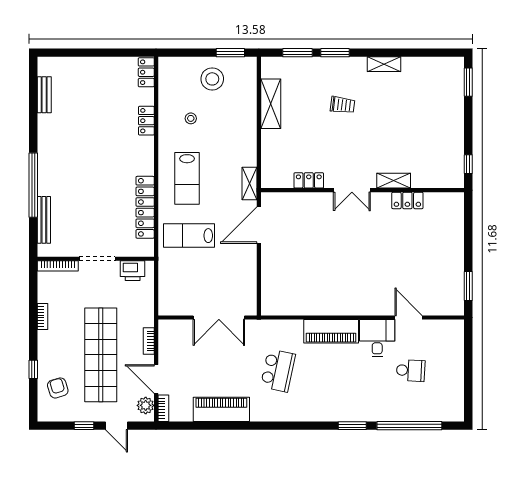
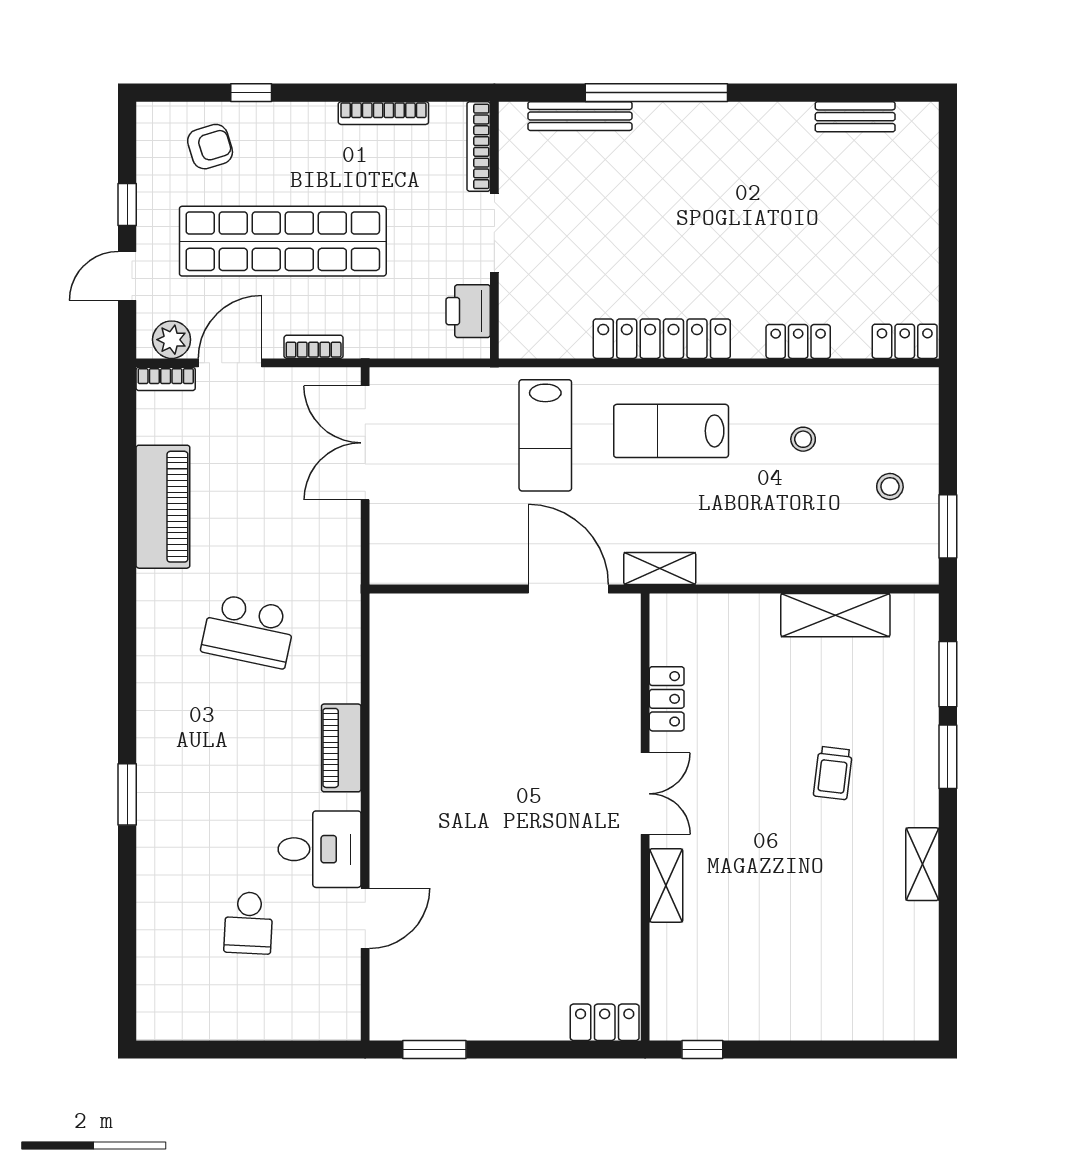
stool: (212, 79) -> (890, 486), width x0.53, depth x0.53
window: (468, 82) -> (883, 1050), removed
double door: (352, 190) -> (645, 794), swing flipped
locker: (407, 200) -> (605, 1022), moved, turned 90
locker: (145, 207) -> (662, 339), moved
lab bench: (189, 236) -> (545, 435), turned 180
bookcase: (43, 317) -> (383, 113), width x1.56
double door: (219, 317) -> (365, 443), moved
piano: (331, 331) -> (341, 748), width x0.73, depth x0.75
window: (409, 426) -> (127, 920), removed

